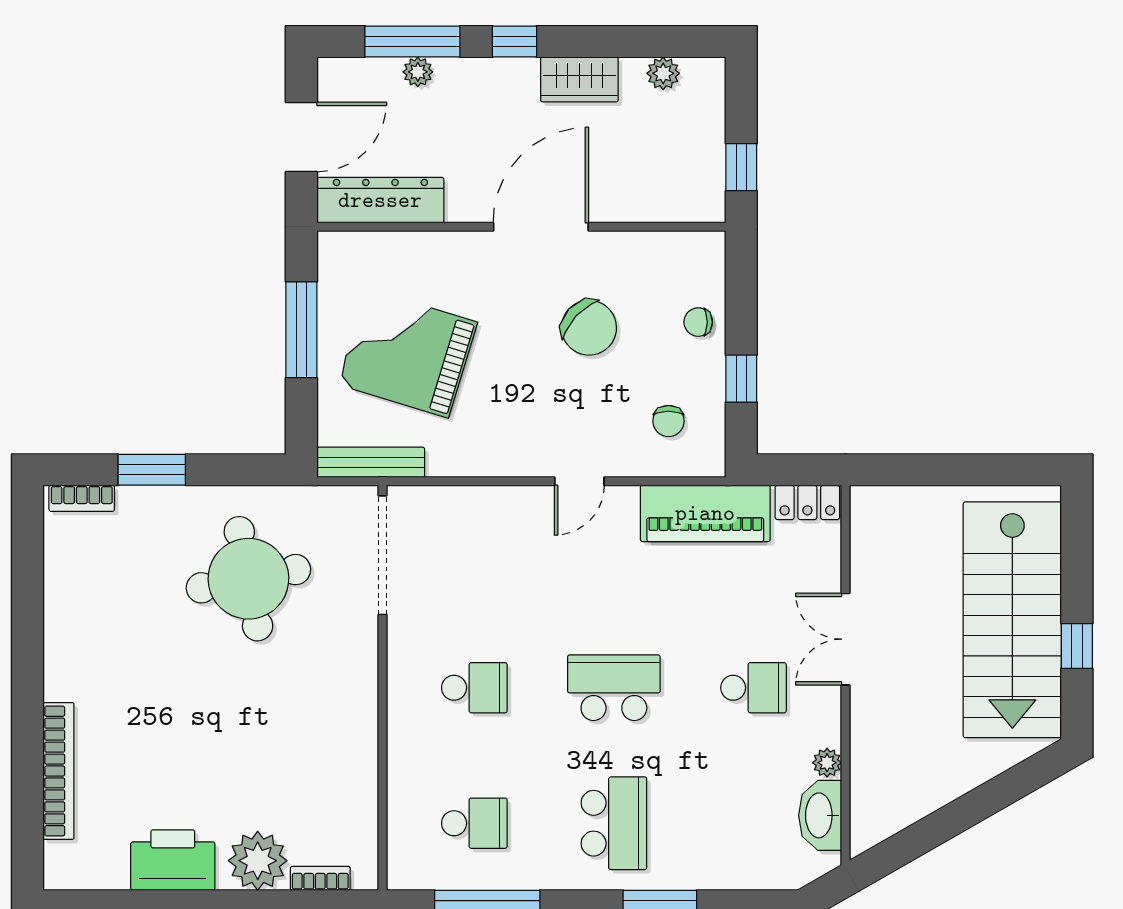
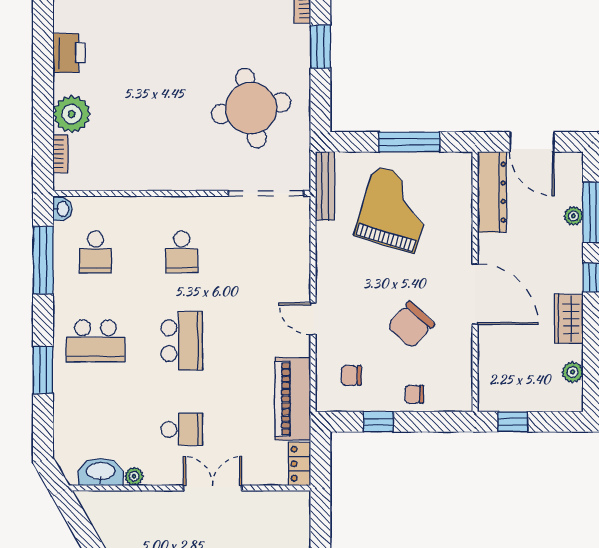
chair: (698, 322) -> (414, 394), turned -90
school desk: (753, 688) -> (182, 429), turned -90
printer: (173, 860) -> (69, 53), width x0.73, depth x0.84
washbasin: (407, 875) -> (62, 209), added

